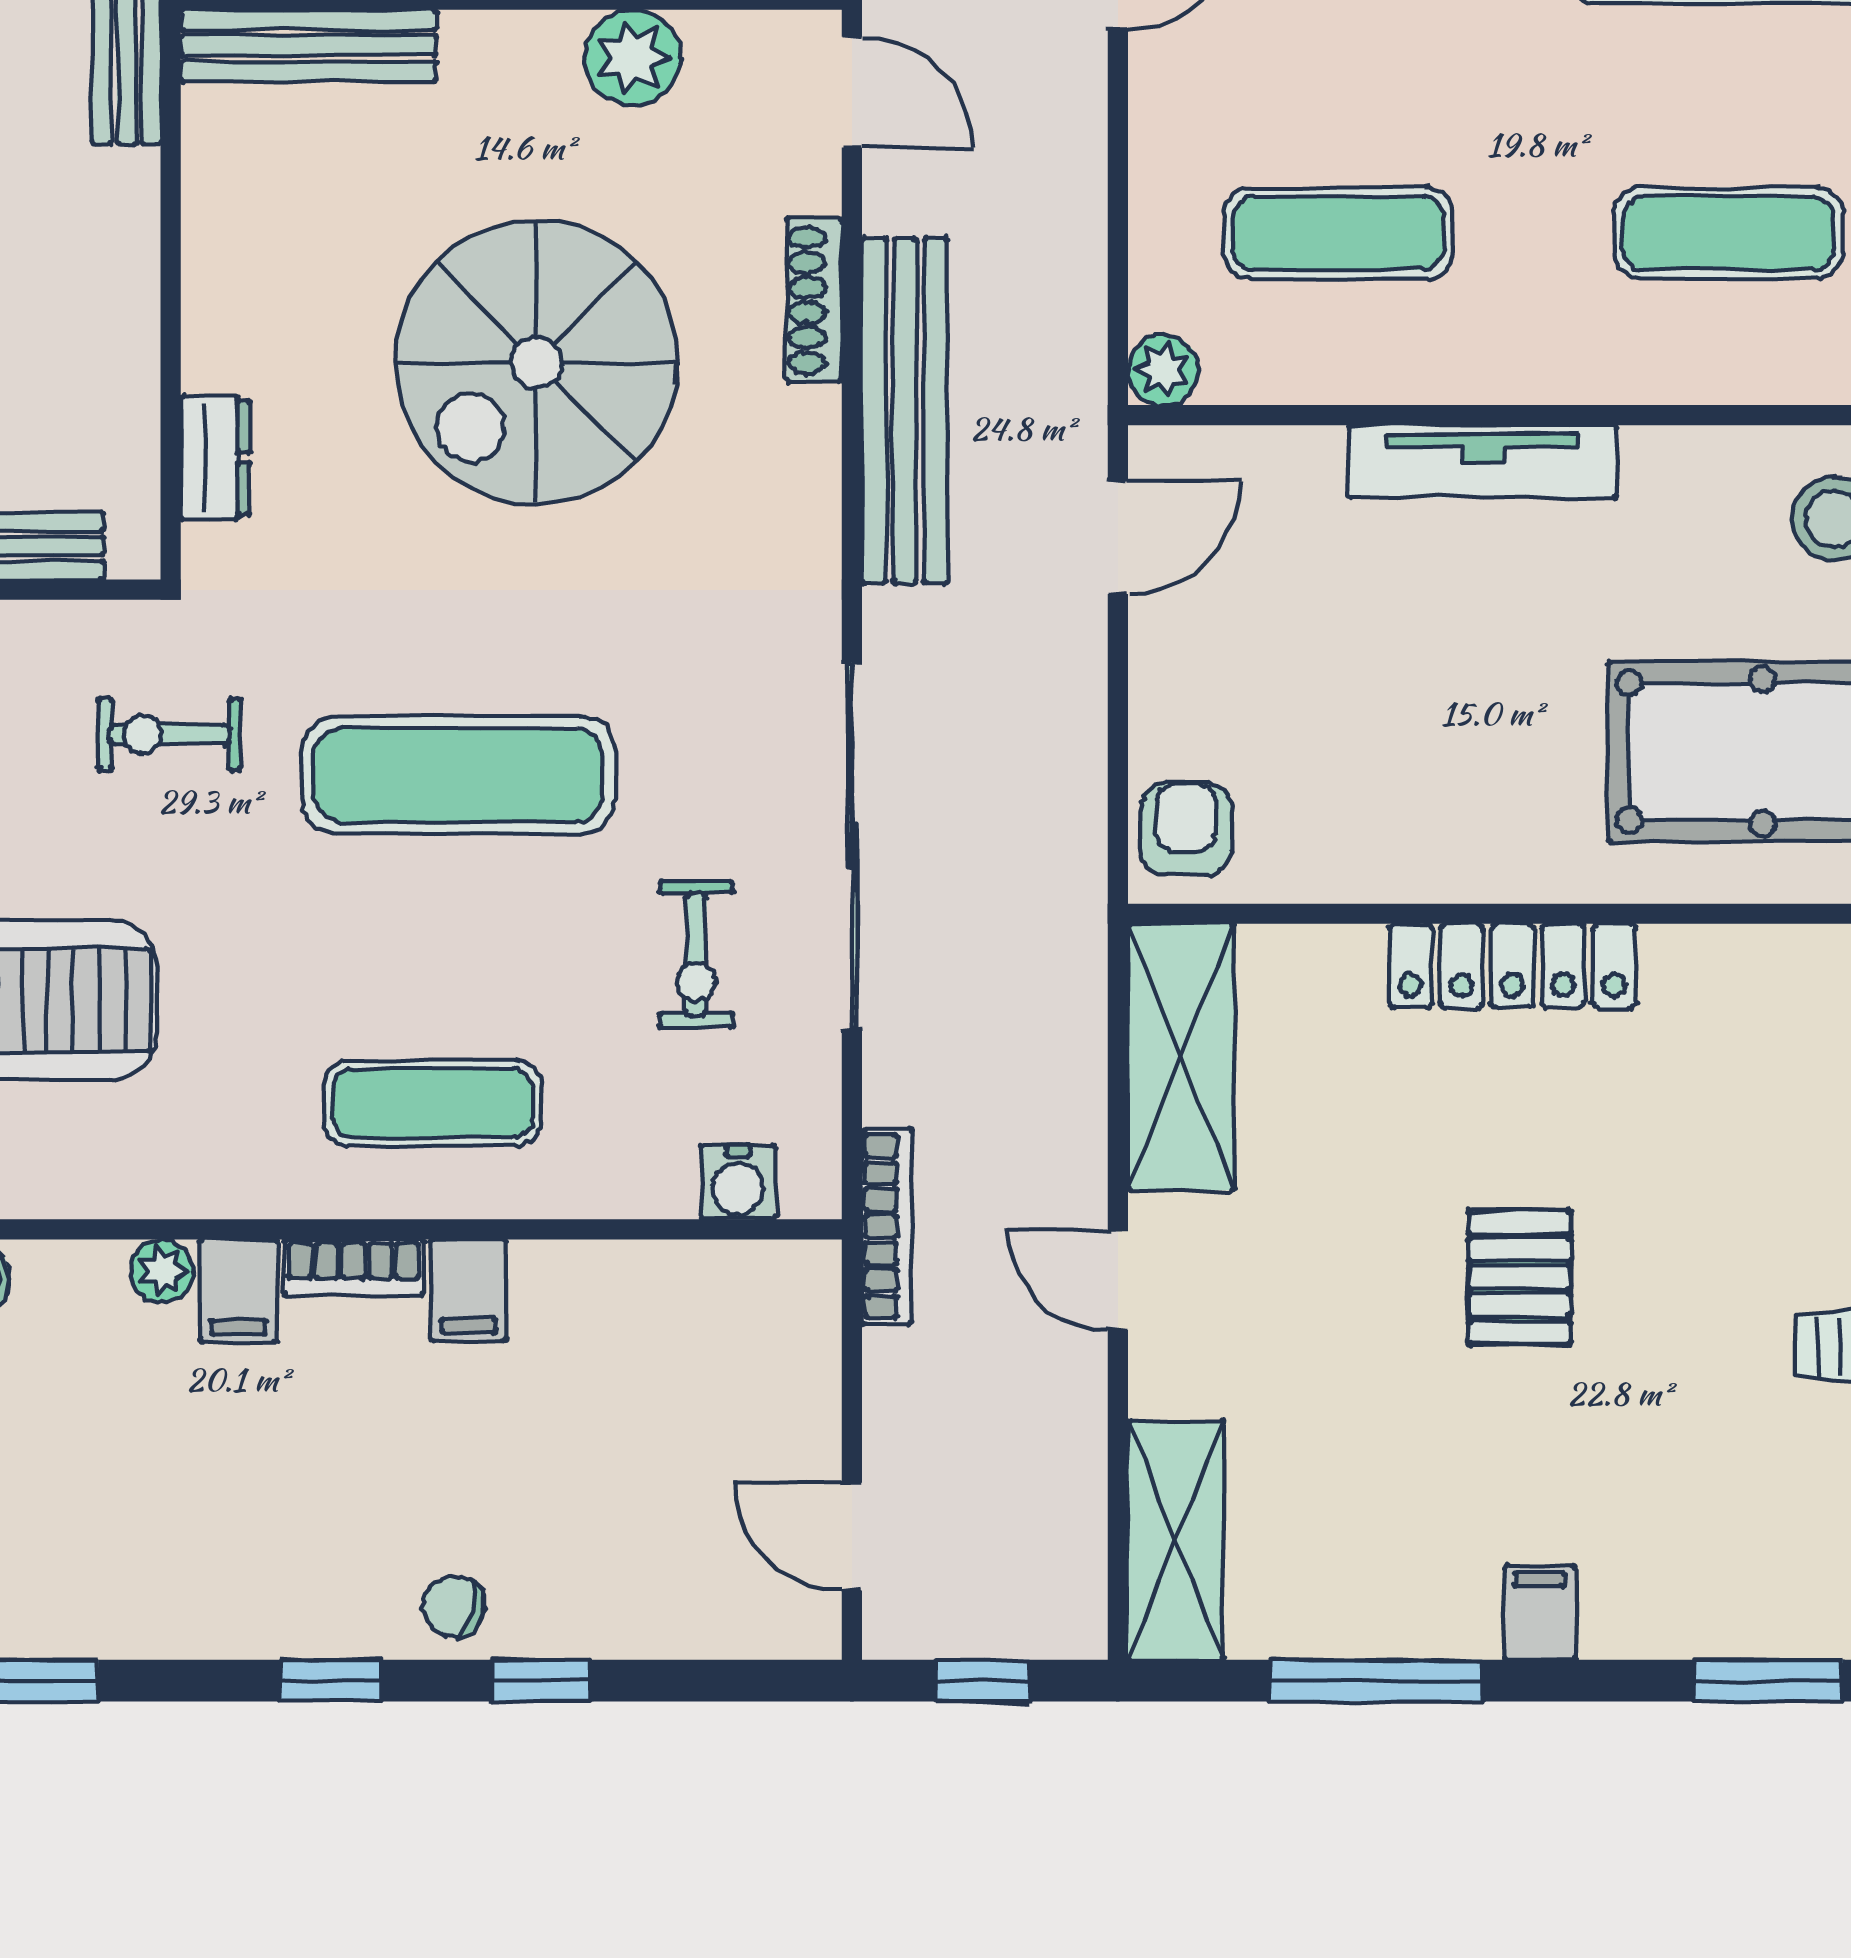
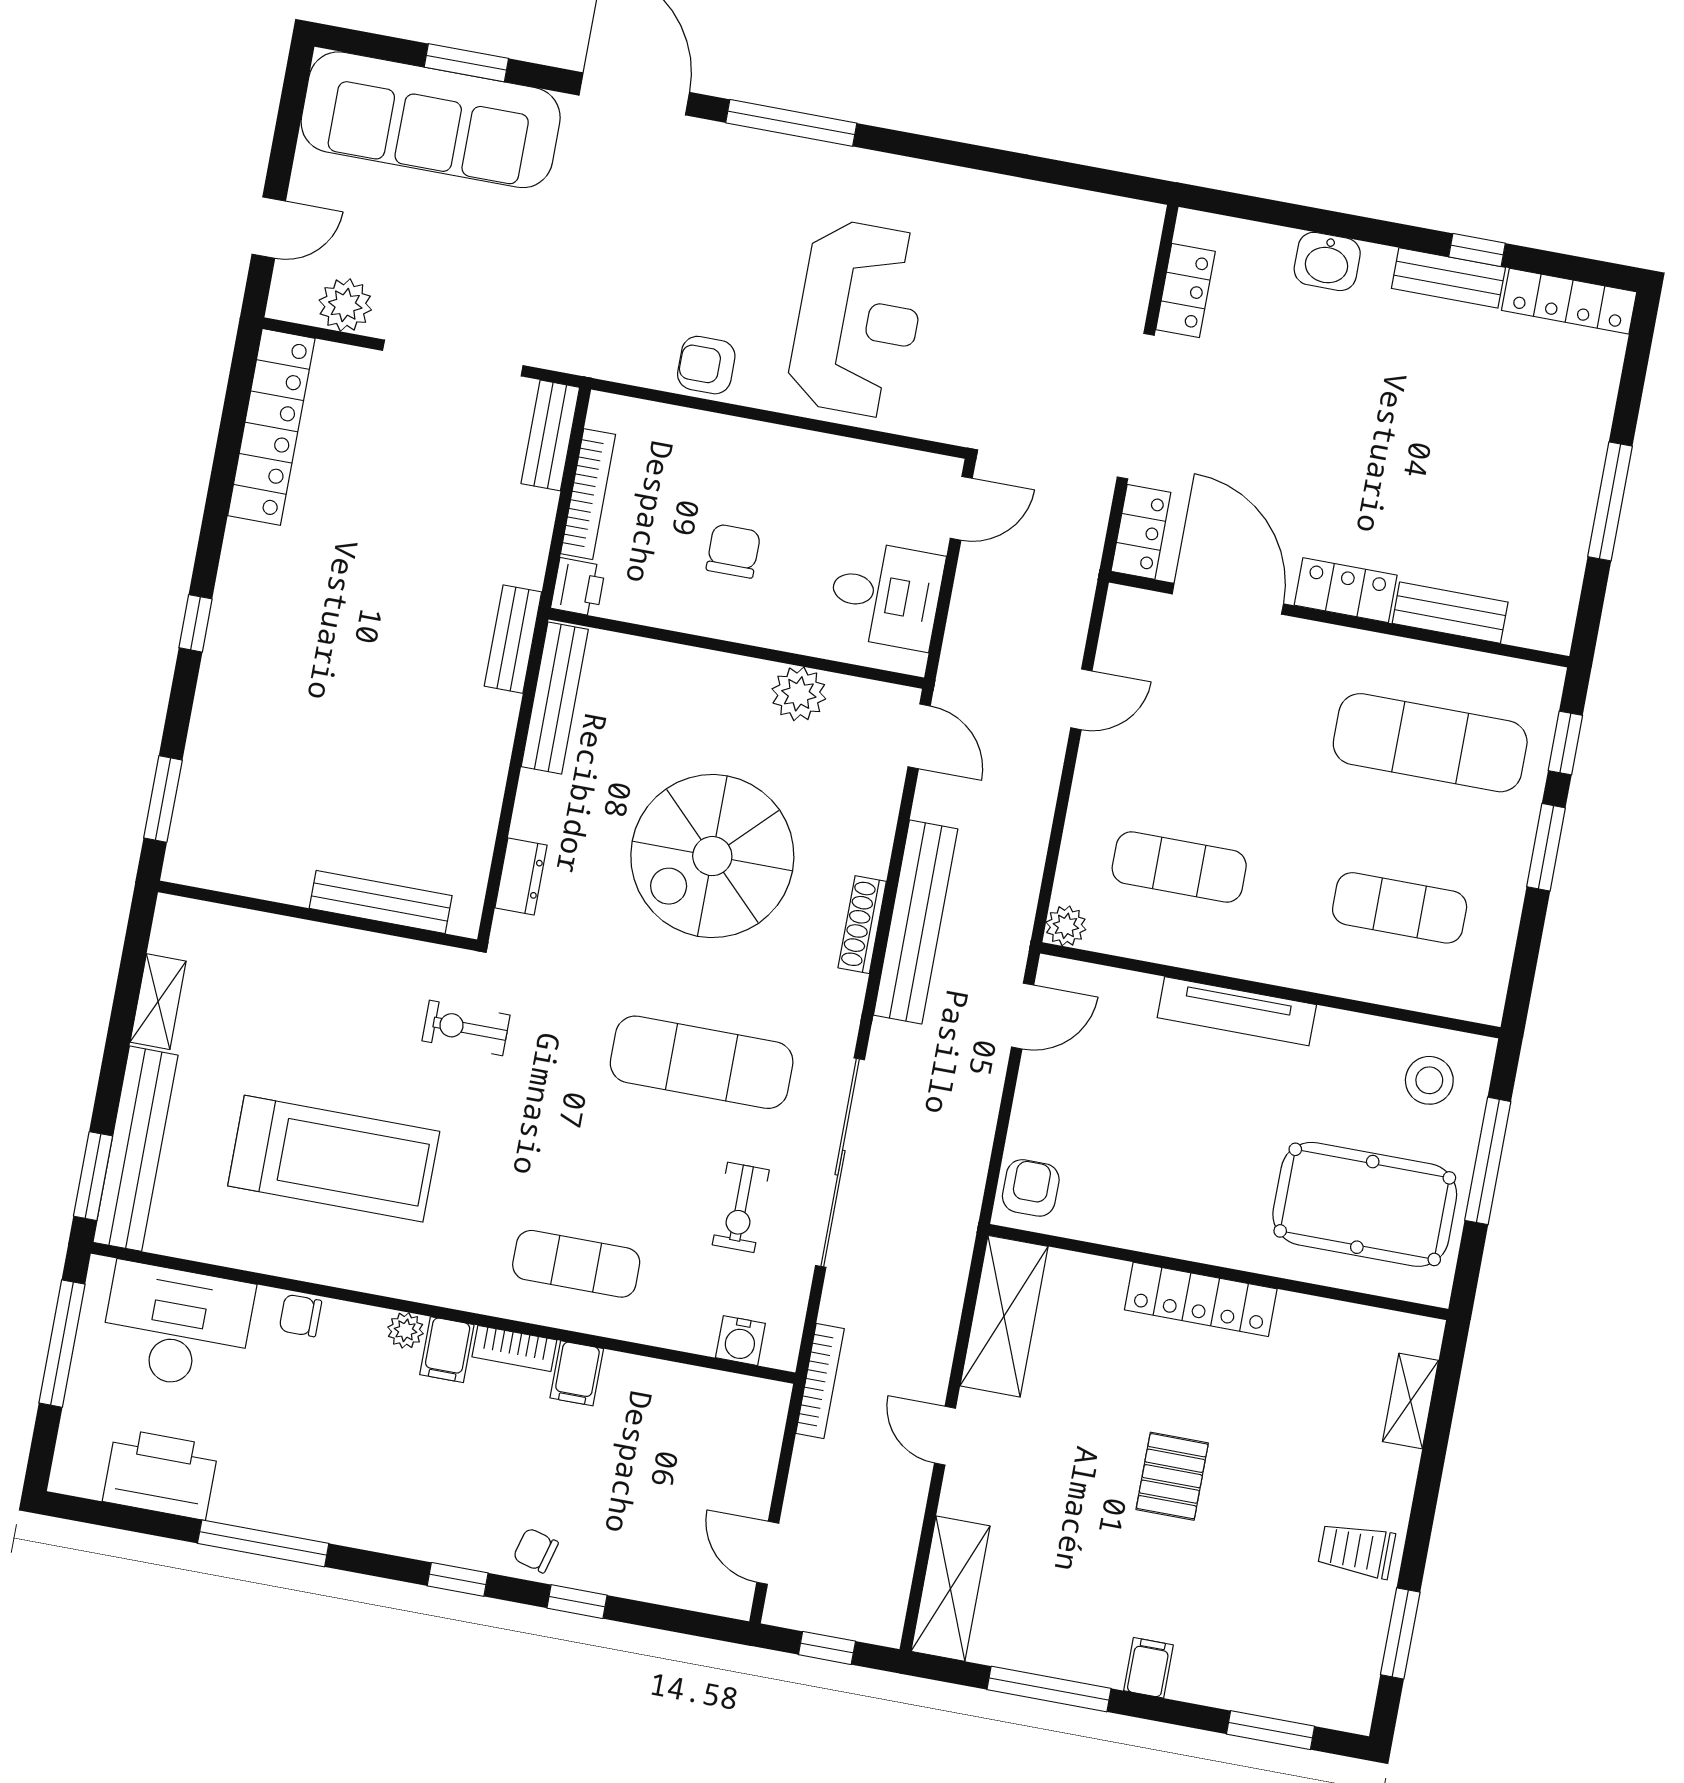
bench: (309, 46) -> (555, 698), moved, turned 90
shoe rack: (814, 300) -> (862, 925), moved
exercise mat: (458, 775) -> (702, 1062), moved

